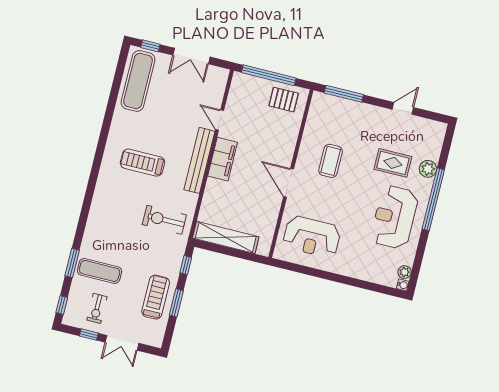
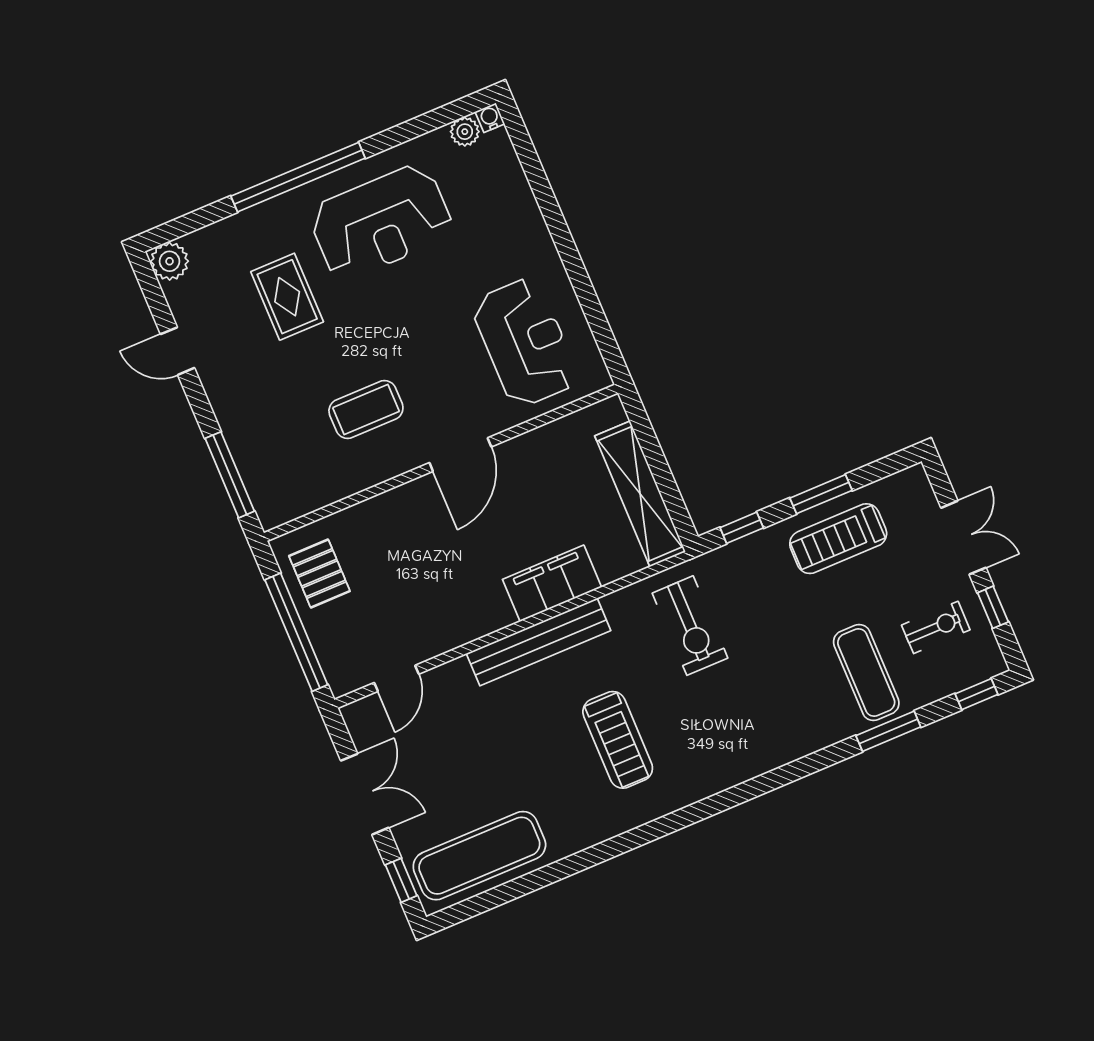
door: (220, 120) -> (396, 678), moved
filing cabinet: (223, 159) -> (552, 583), moved
plant: (428, 169) -> (170, 261), moved

